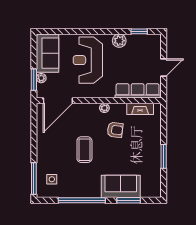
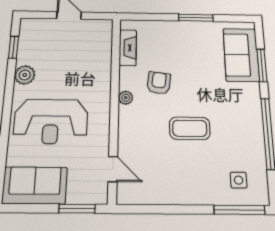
plant: (41, 78) -> (75, 196), removed
row of seats: (138, 91) -> (101, 51), removed
door: (58, 101) -> (113, 169), width x0.53
sofa: (121, 186) -> (241, 55), moved

